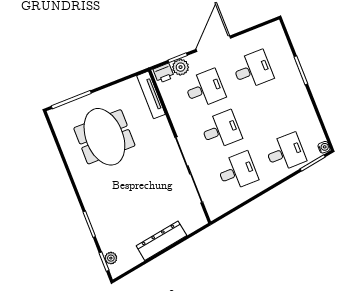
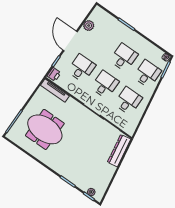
plant: (181, 67) -> (89, 26), moved
desk: (253, 70) -> (124, 57), moved
dresser: (161, 241) -> (119, 151), moved

